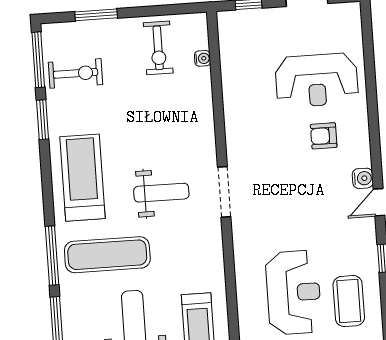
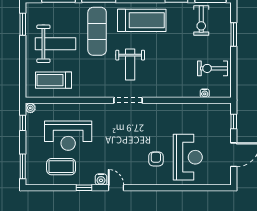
reception desk: (317, 80) -> (188, 157), turned 180
water cooler: (363, 178) -> (101, 179), moved

